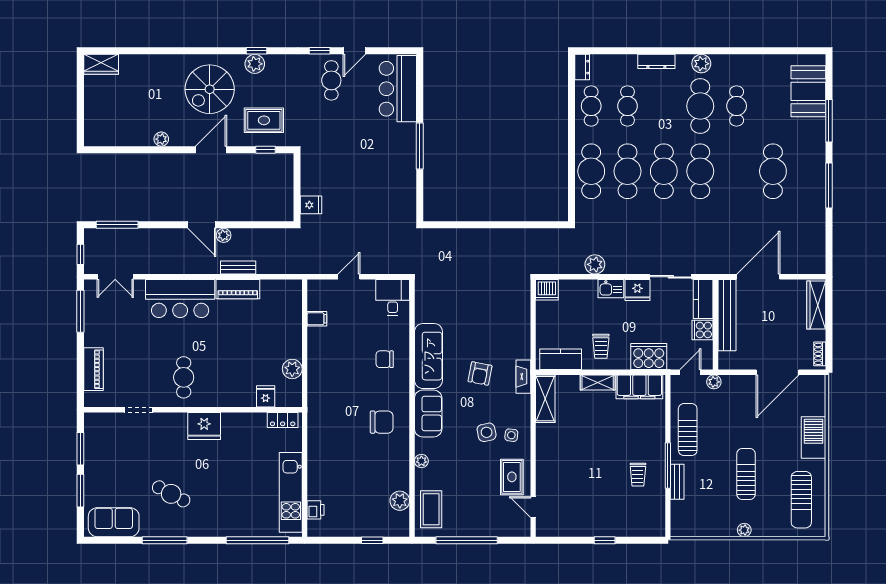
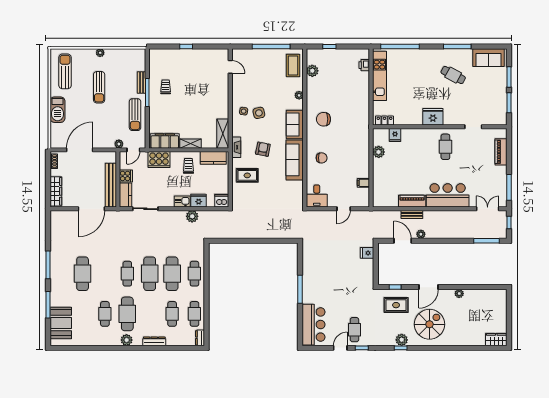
cafe table: (591, 171) -> (194, 274), width x0.73, depth x0.74
cafe table: (700, 171) -> (127, 274), width x0.73, depth x0.74
door: (202, 225) -> (403, 241), moved
fridge: (637, 290) -> (199, 201), moved
rug: (512, 477) -> (247, 175), moved, turned 90

